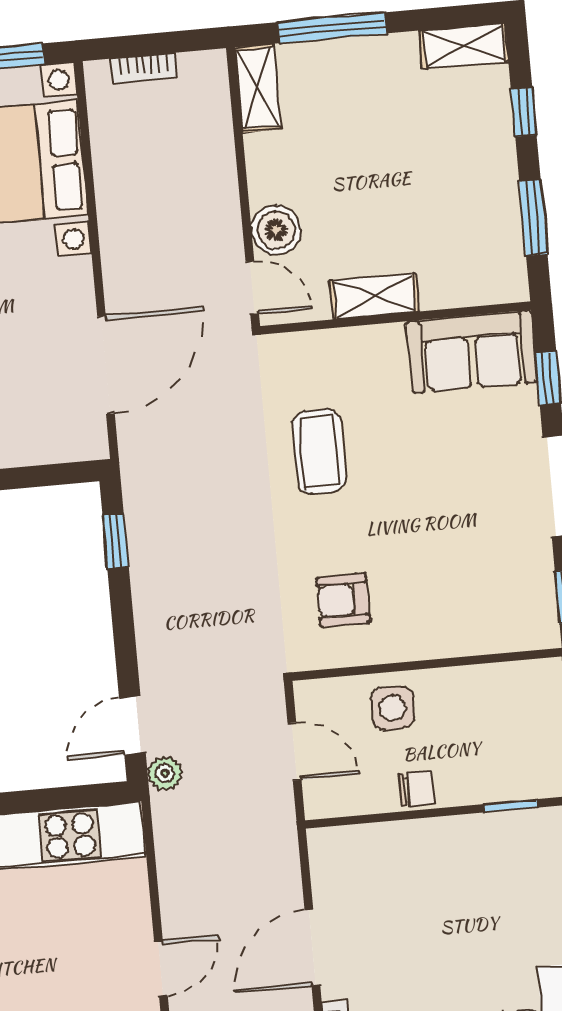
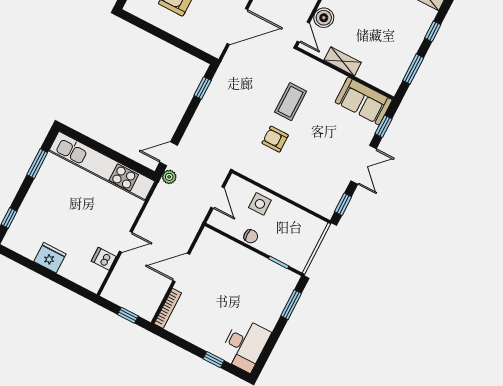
armchair: (343, 600) -> (275, 139), moved

